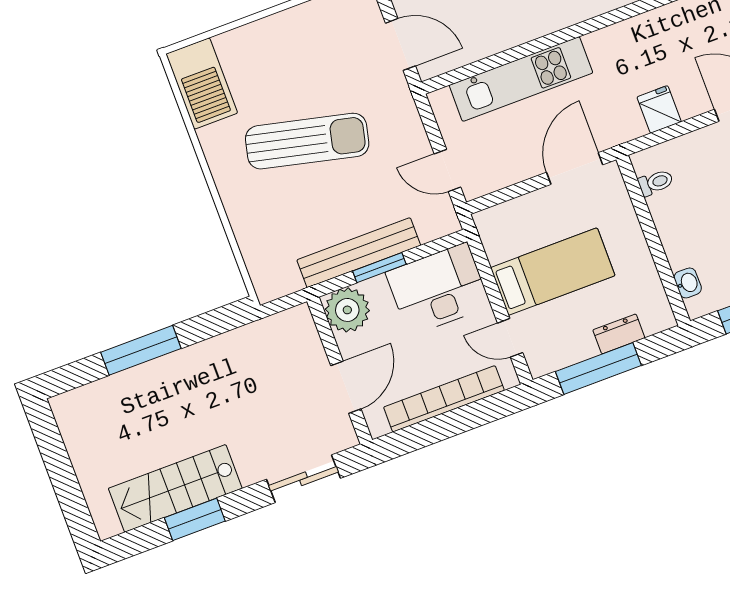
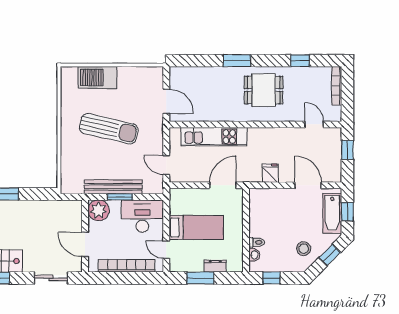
barbecue: (202, 83) -> (98, 78), moved, turned 90
toilet: (656, 182) -> (257, 242), moved
window: (598, 369) -> (200, 278), width x0.69
door: (346, 387) -> (85, 244), swing flipped

